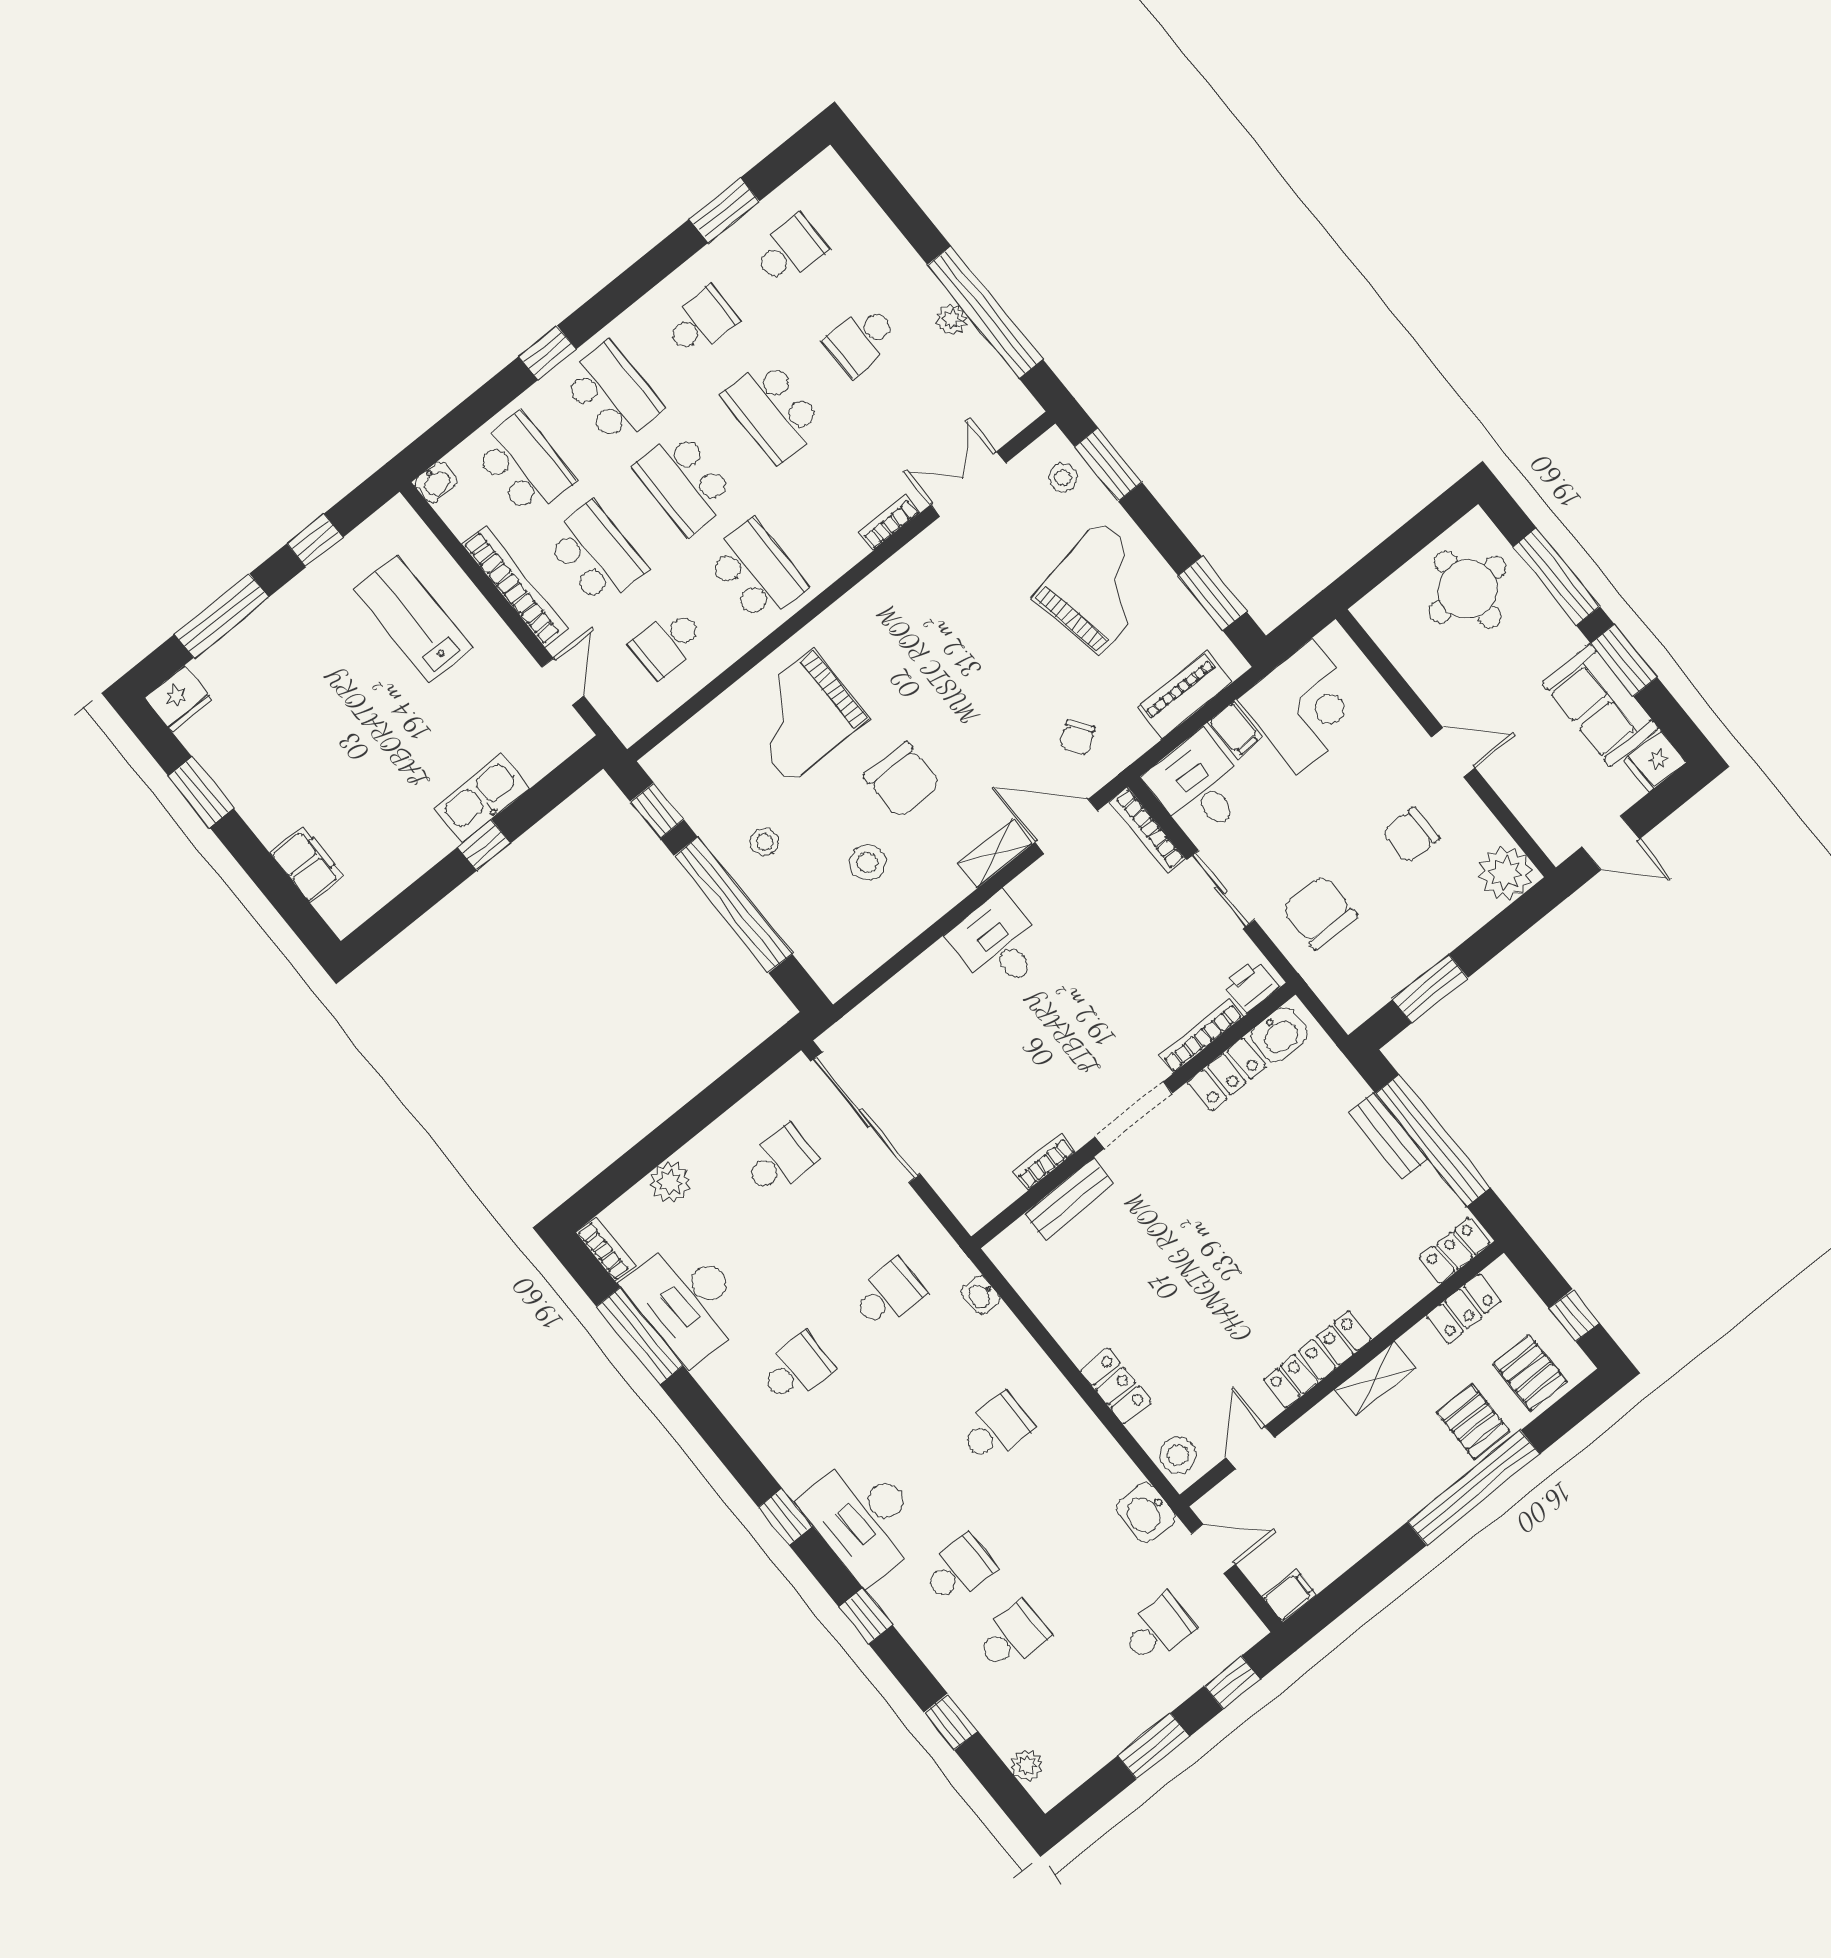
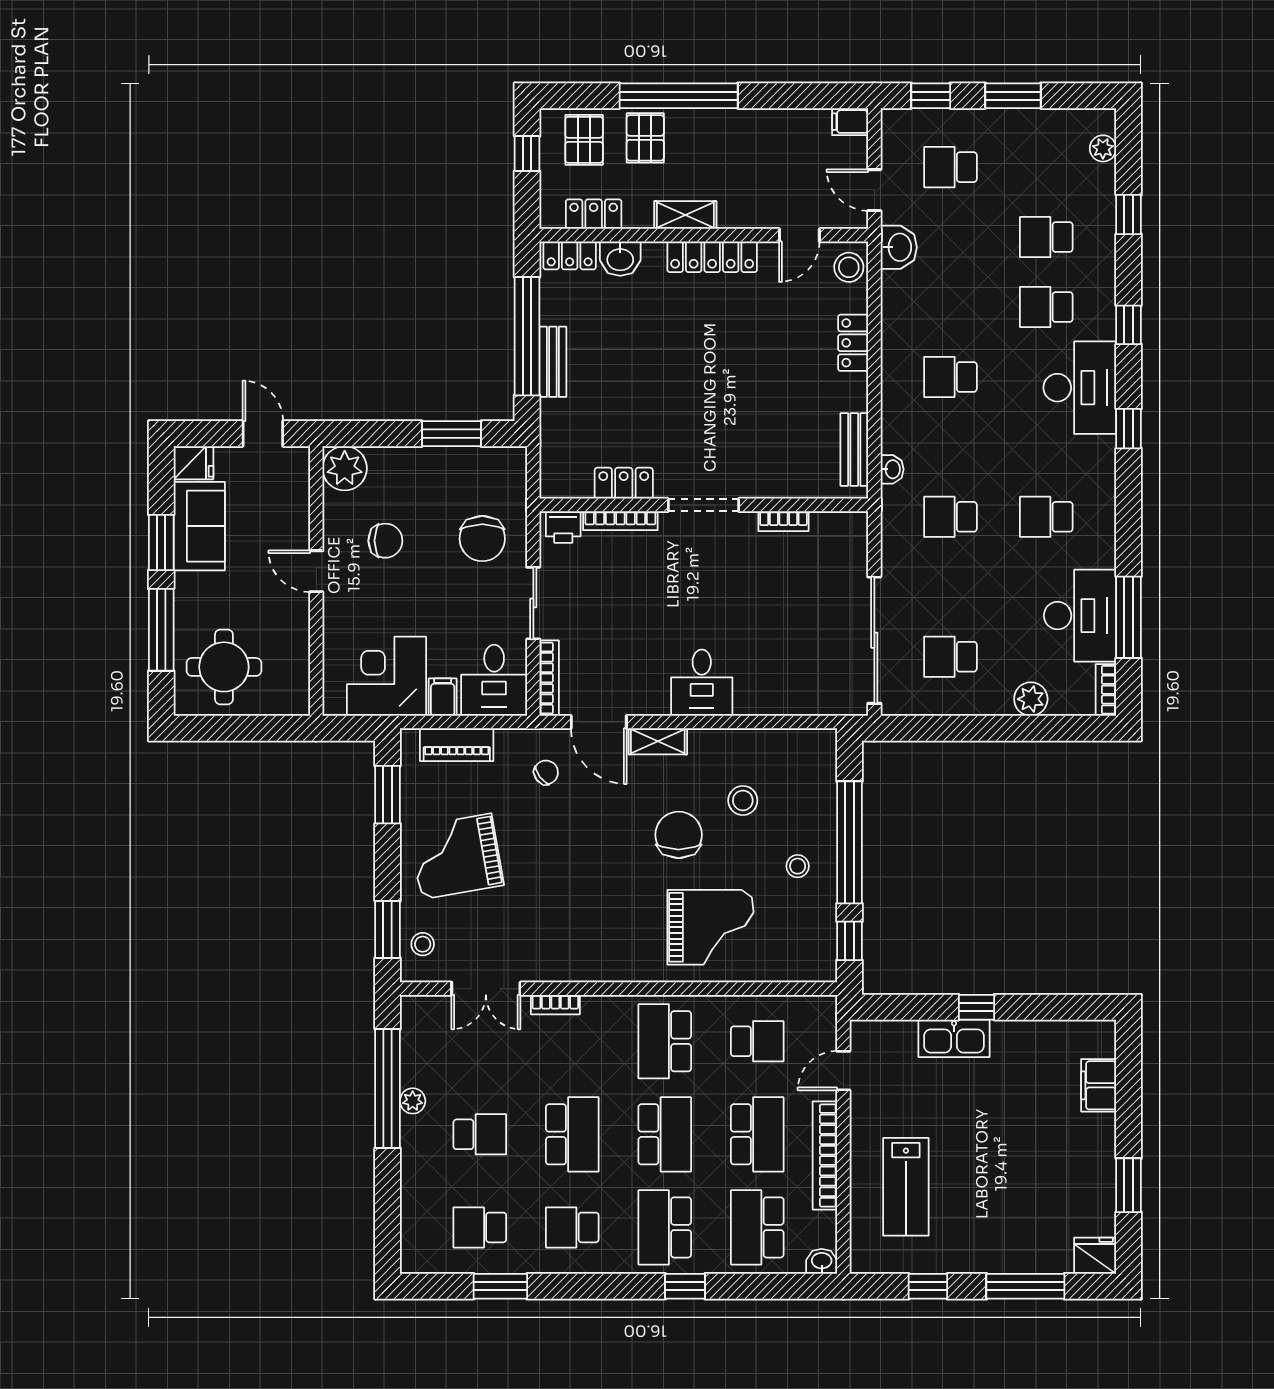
school desk: (596, 554) -> (757, 1134), turned 180
washbasin: (1279, 1035) -> (620, 259), moved, turned 180
bench: (1069, 1199) -> (854, 449), moved, turned 90

